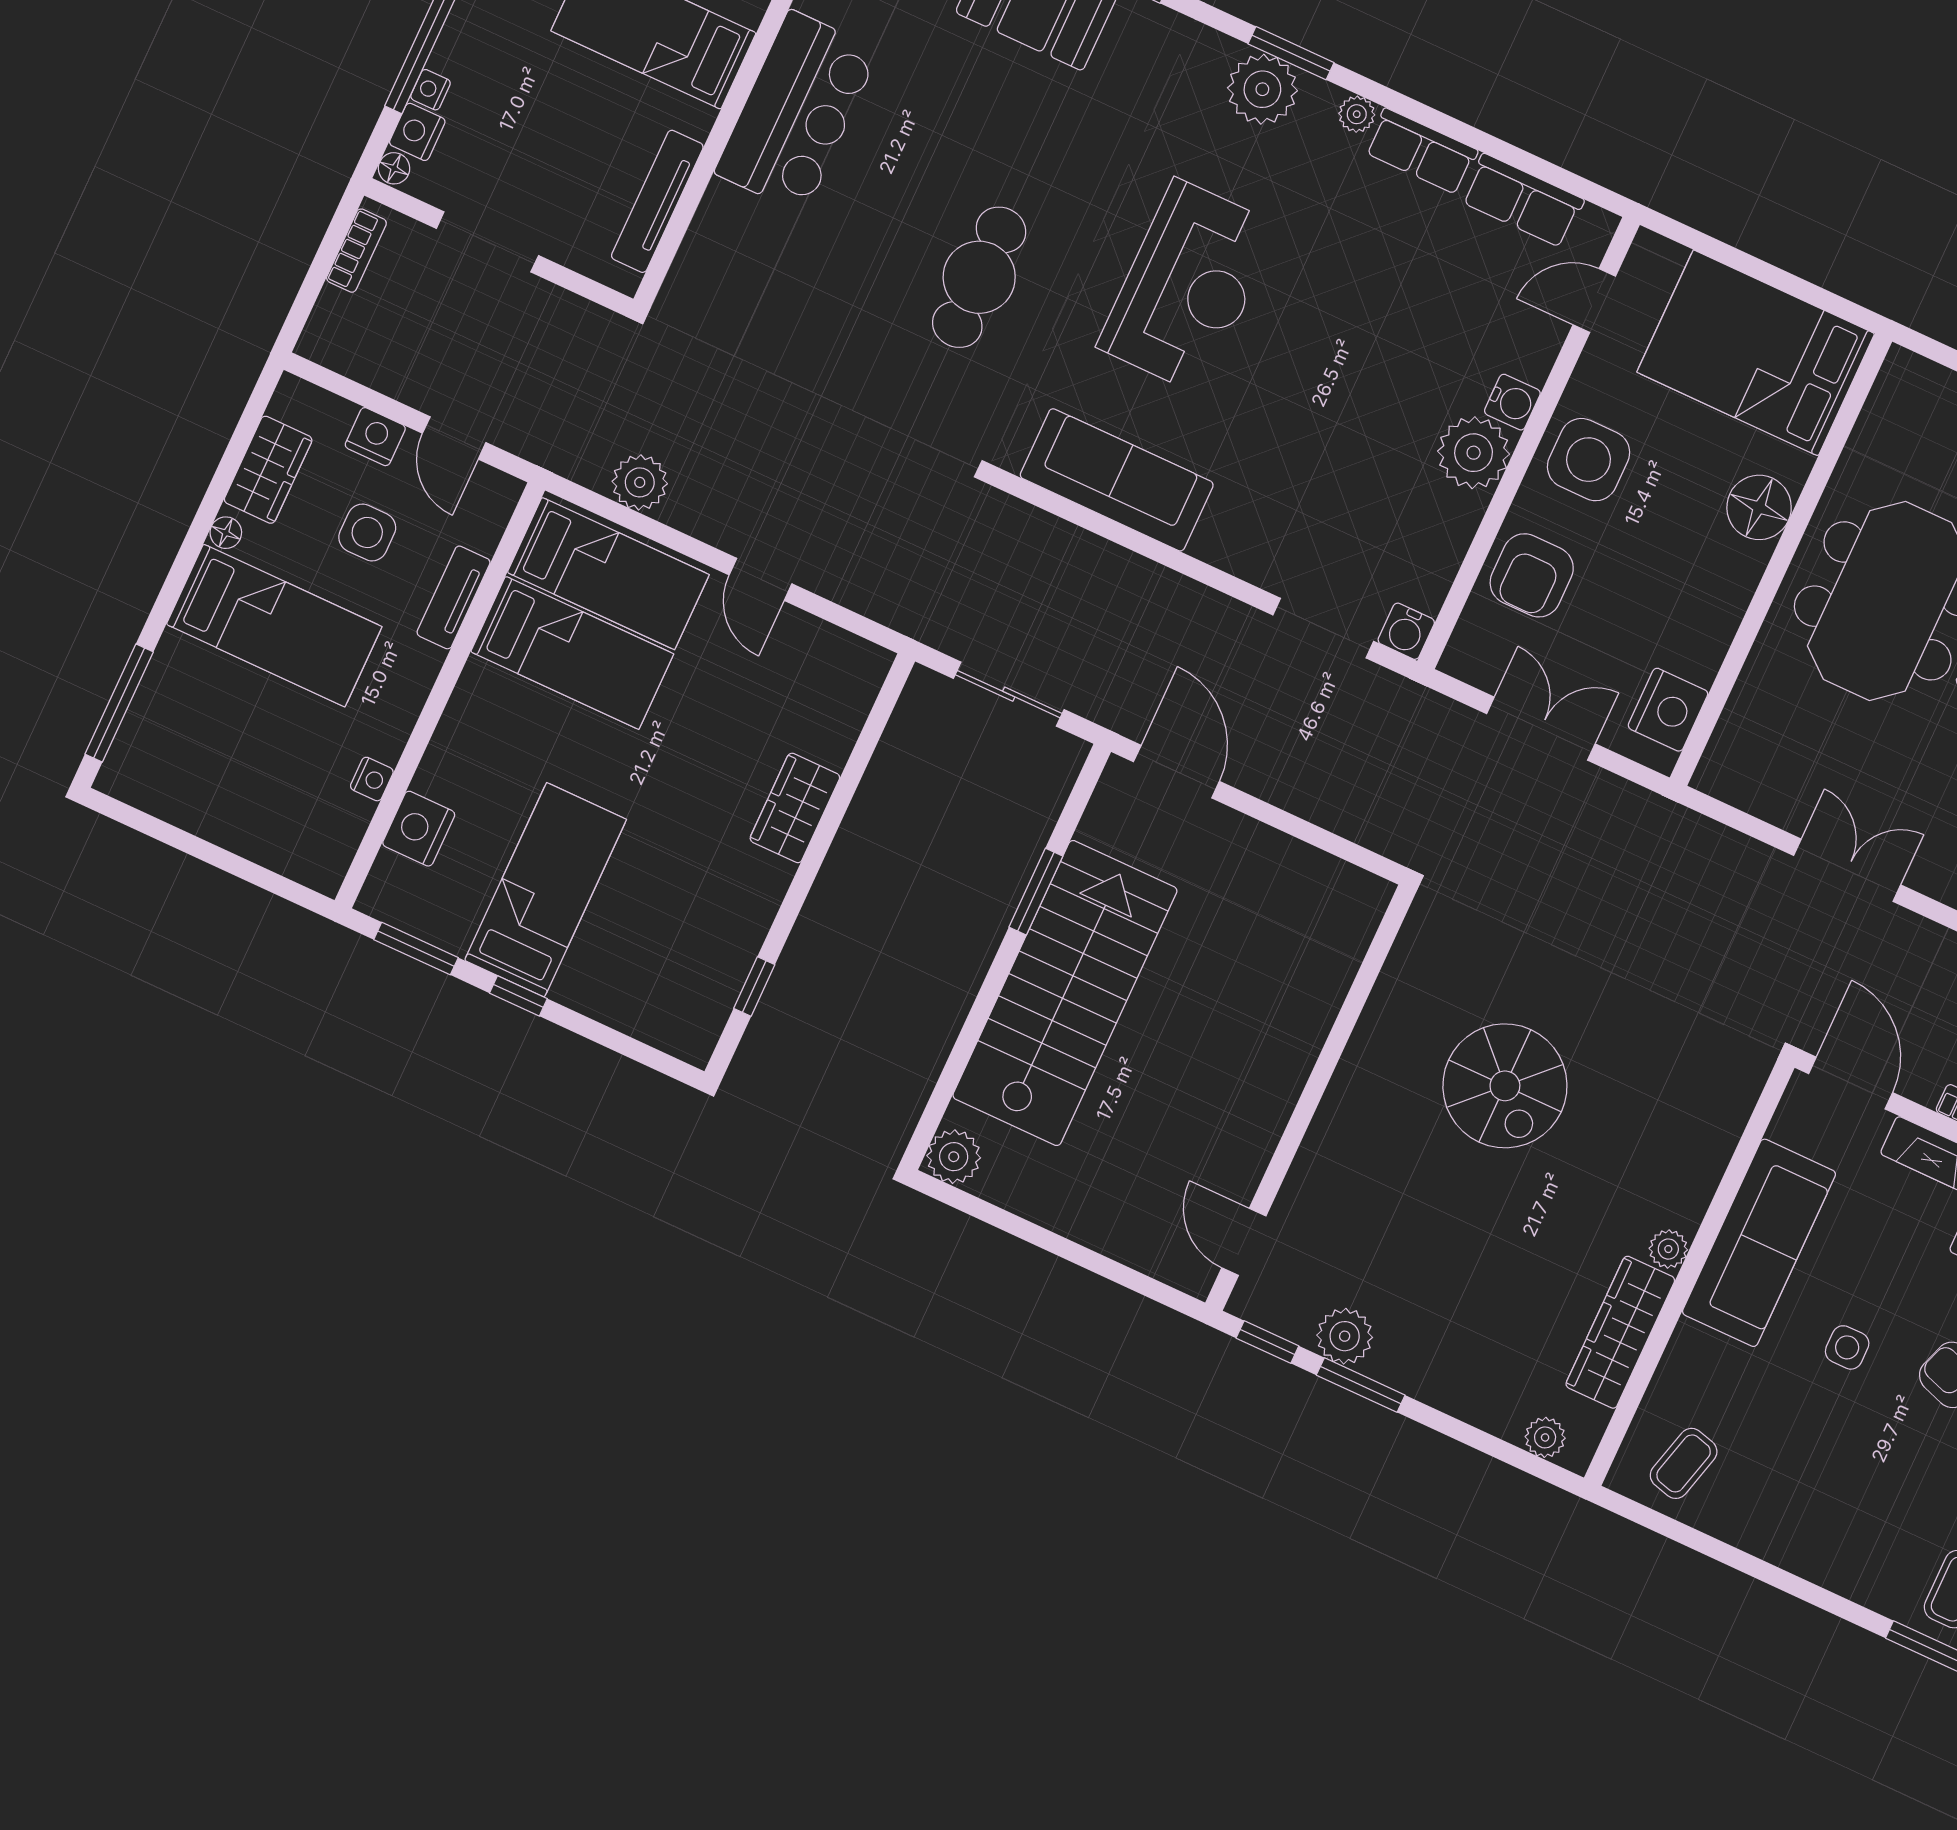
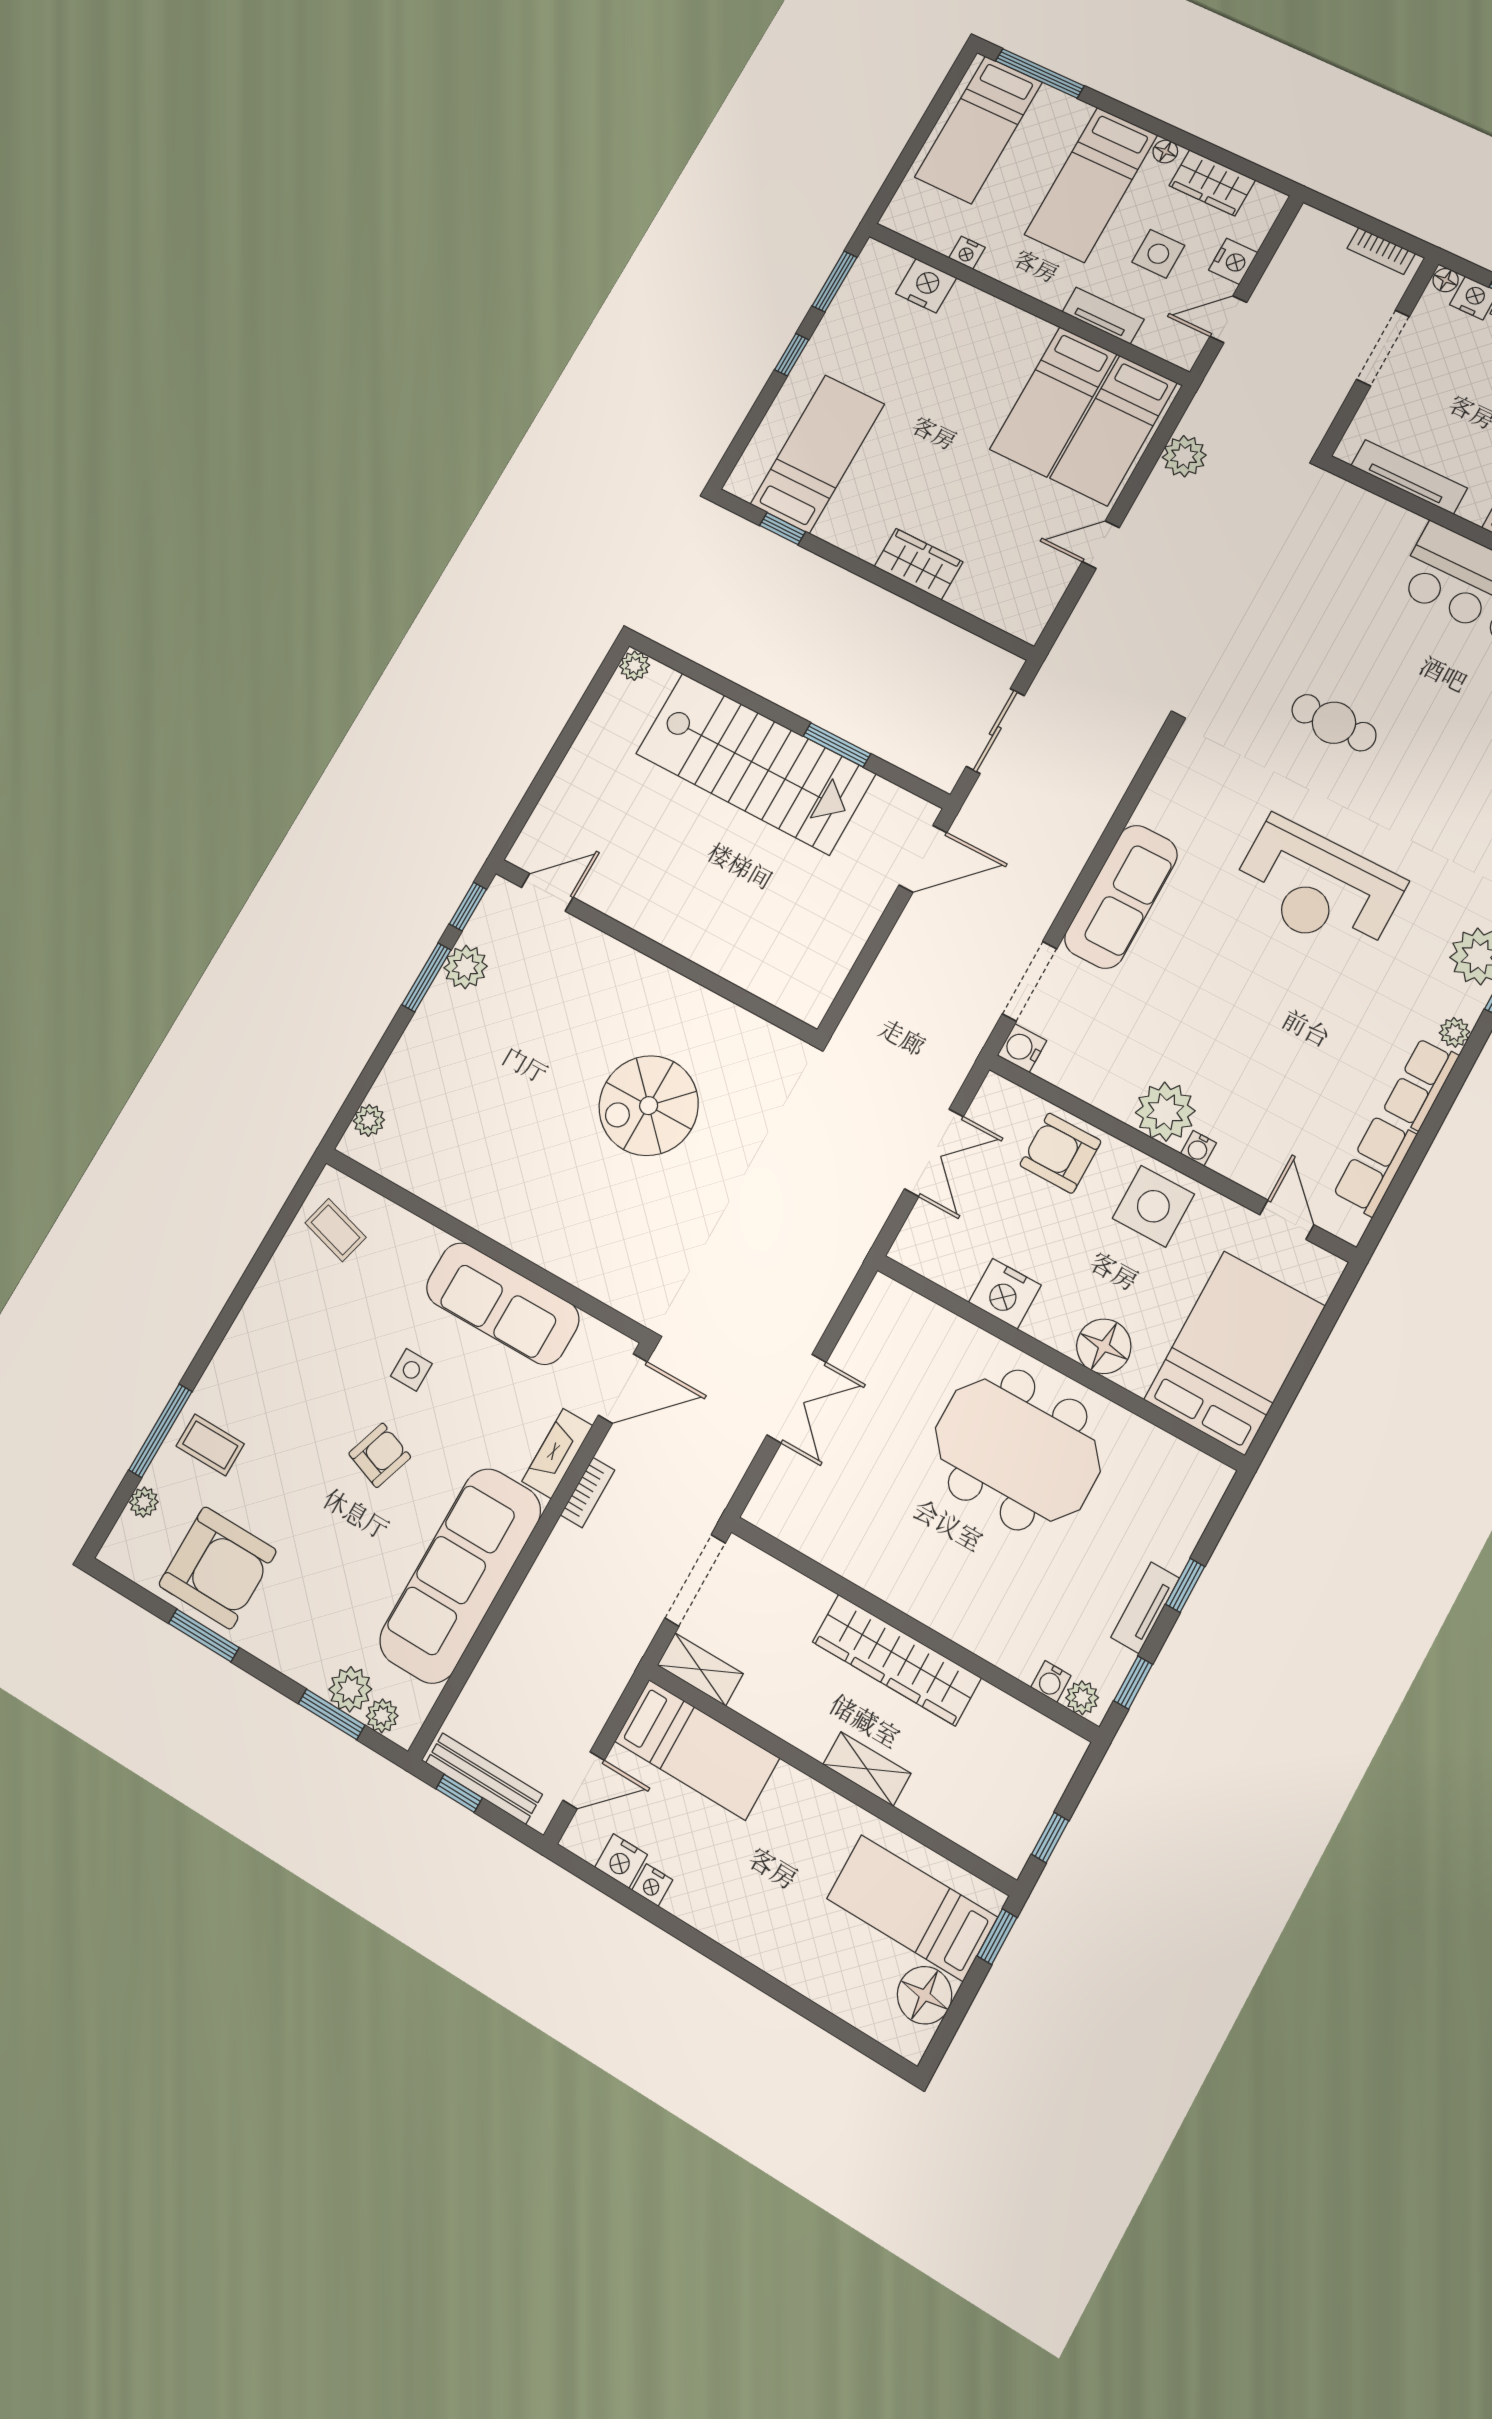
cafe table: (979, 277) -> (1334, 723), width x0.73, depth x0.74
water cooler: (1512, 402) -> (1198, 1148), width x0.72, depth x0.72
sofa: (1117, 480) -> (1121, 897), moved
nightstand: (1668, 710) -> (1005, 1294), moved
bed: (200, 777) -> (978, 130), added
bed: (546, 890) -> (817, 454), moved, turned -90
plant: (954, 1157) -> (635, 666), width x0.73, depth x0.73
plant: (1668, 1249) -> (506, 1229), removed
wardrobe: (1620, 1332) -> (444, 1186), removed

